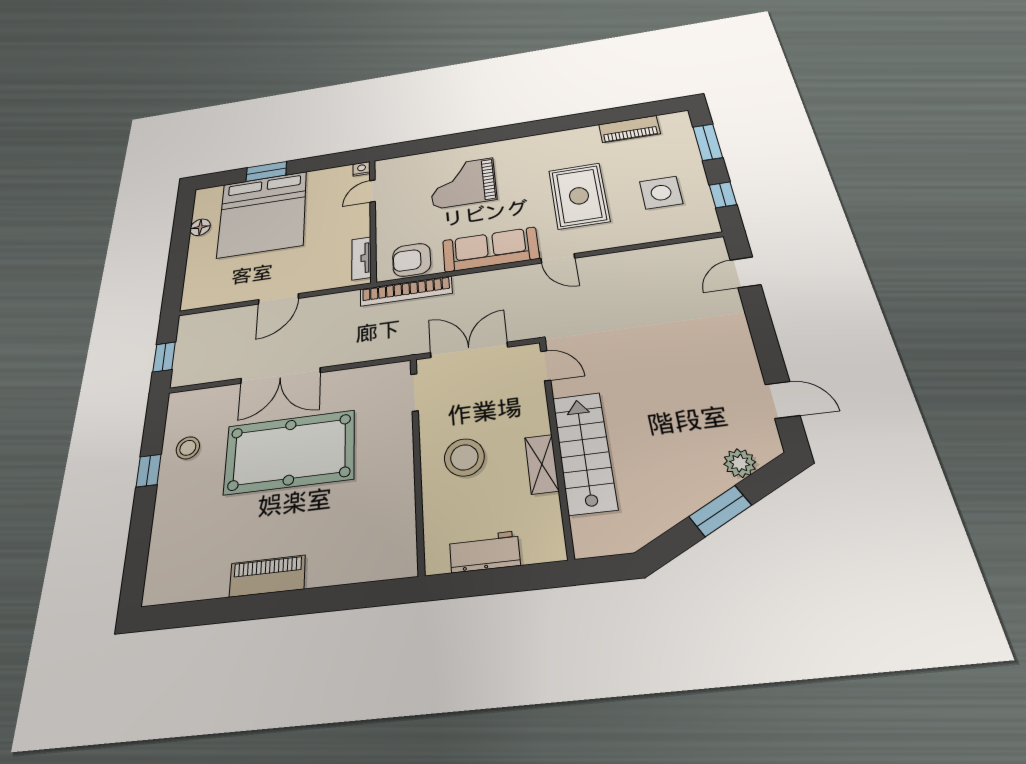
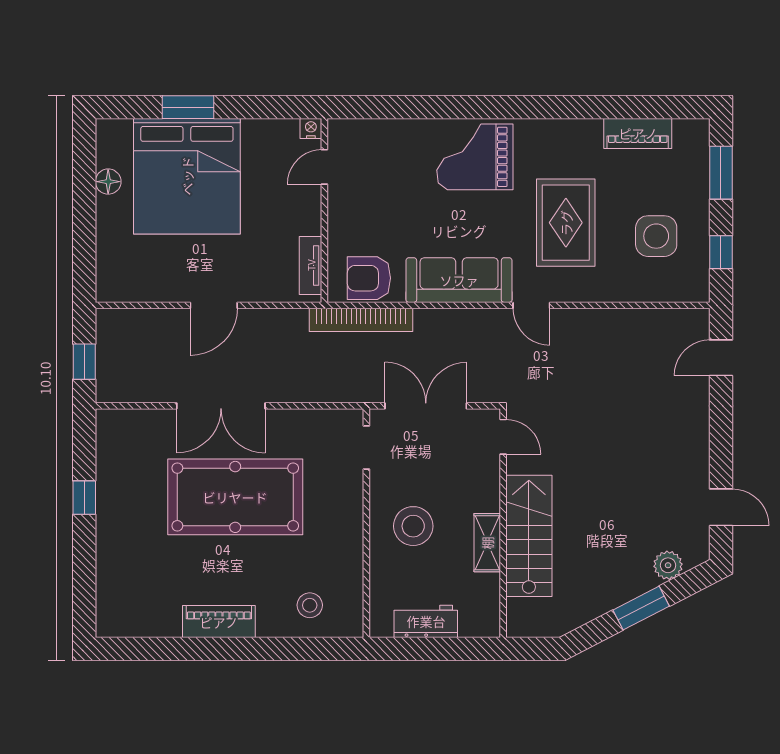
grand piano: (463, 183) -> (475, 157), moved
stool: (188, 448) -> (310, 605), moved

